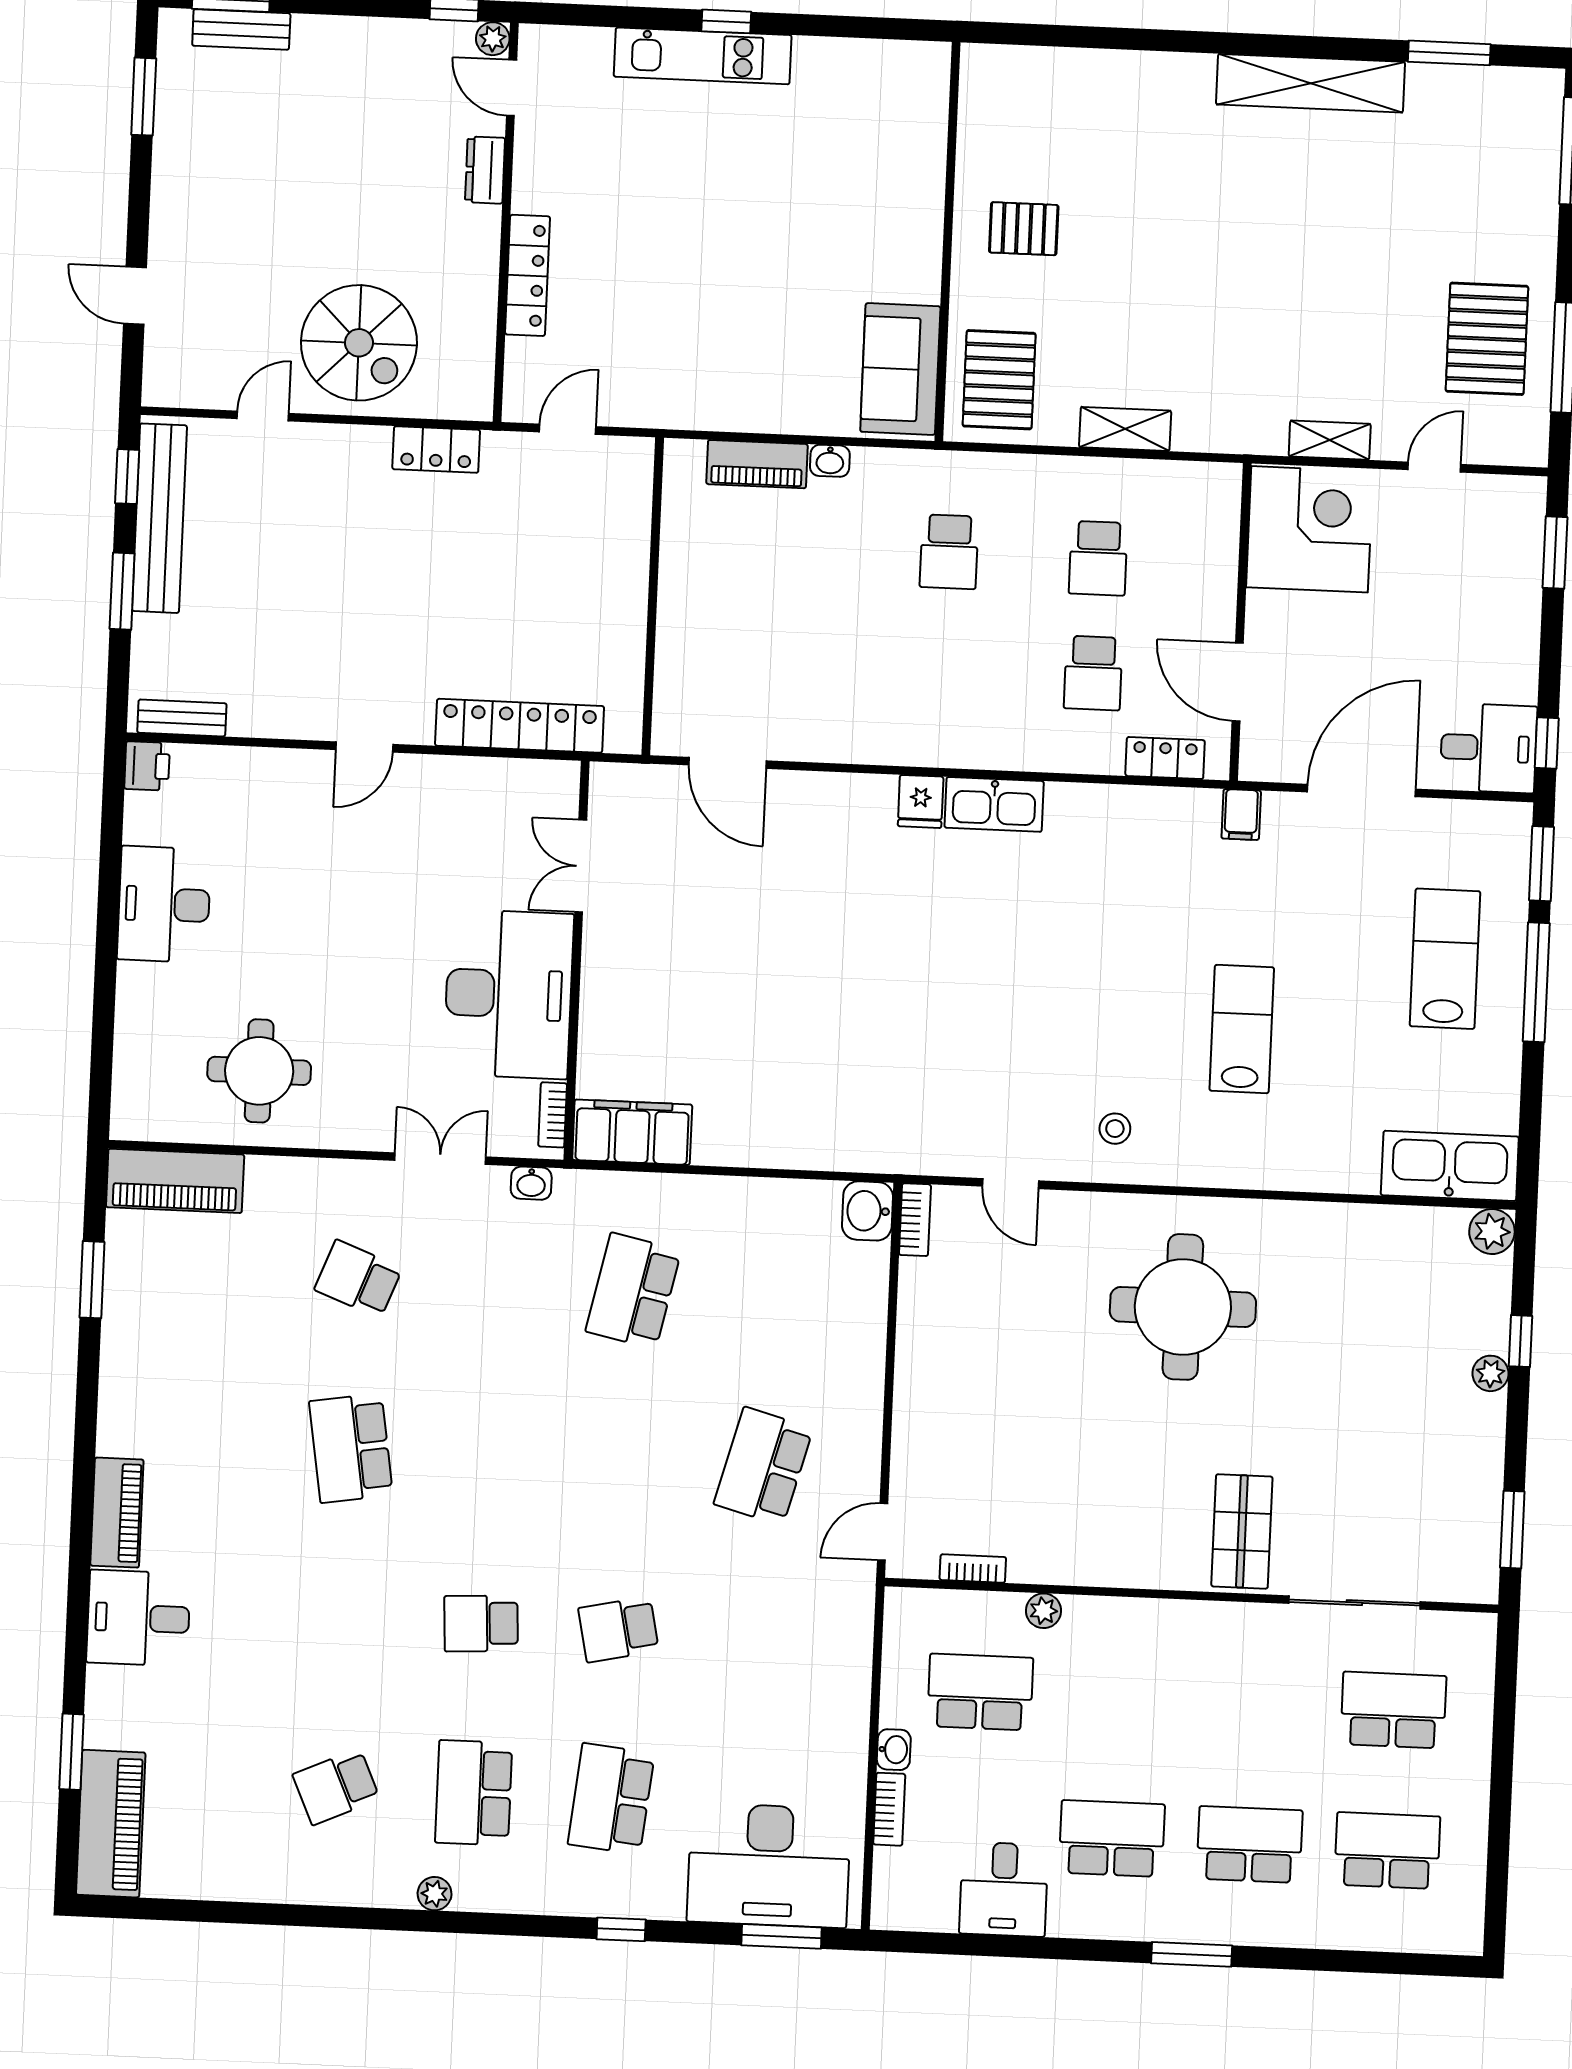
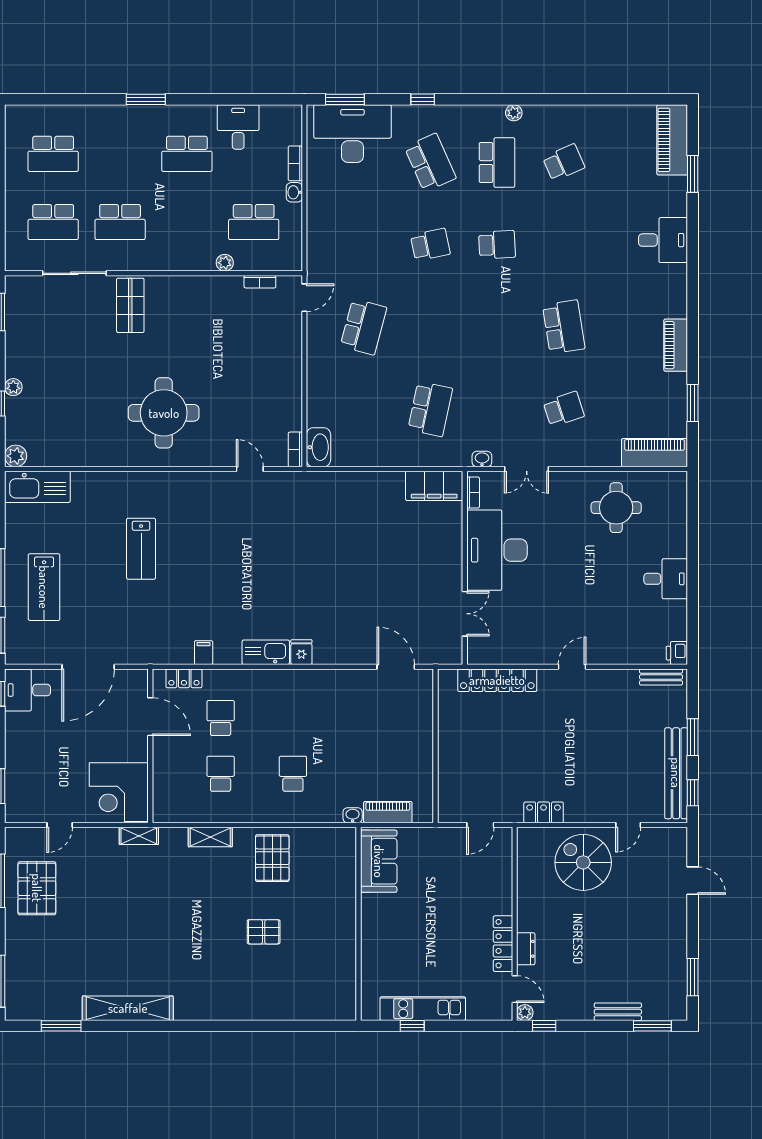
bench: (241, 29) -> (618, 1012), moved
wall: (948, 242) -> (359, 924), moved
locker: (528, 275) -> (503, 944), moved
sofa: (900, 369) -> (379, 861), moved
shelving: (1330, 440) -> (139, 836), moved
filing cabinet: (1241, 815) -> (204, 653), moved
desk: (164, 904) -> (666, 579), width x0.73
stool: (1115, 1129) -> (200, 498), removed
washbasin: (867, 1211) -> (318, 447), width x1.38
school desk: (358, 1279) -> (564, 409), turned -39
piano: (117, 1513) -> (676, 345), moved
school desk: (611, 1799) -> (430, 163), turned -30
school desk: (1250, 1845) -> (120, 222), moved

